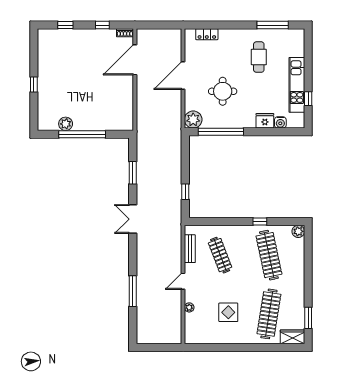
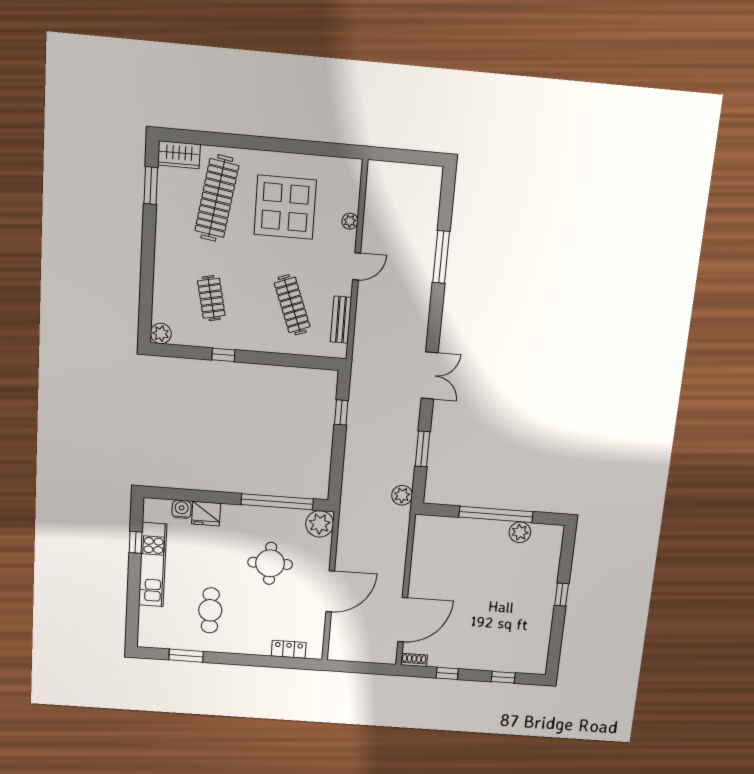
window: (273, 25) -> (186, 656), width x0.69
plant: (143, 142) -> (402, 495), added
clothes rail: (269, 255) -> (211, 298), width x0.54, depth x0.76
display table: (228, 312) -> (285, 207), width x1.86, depth x1.86

